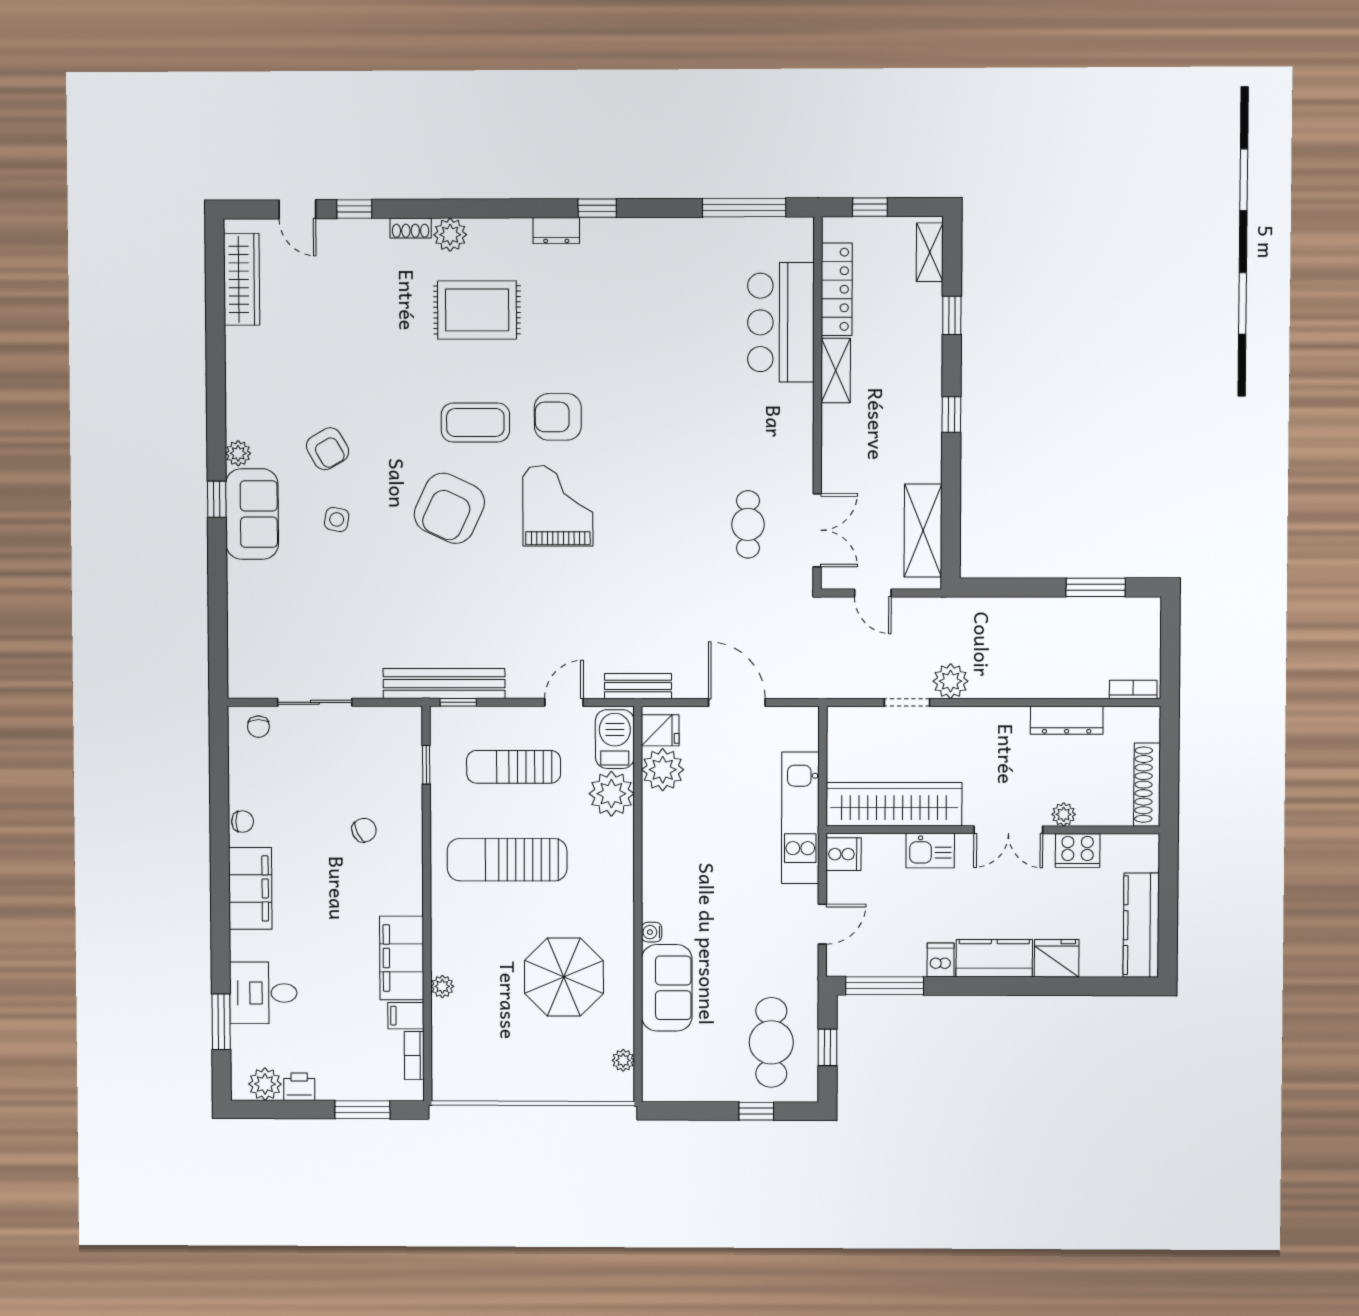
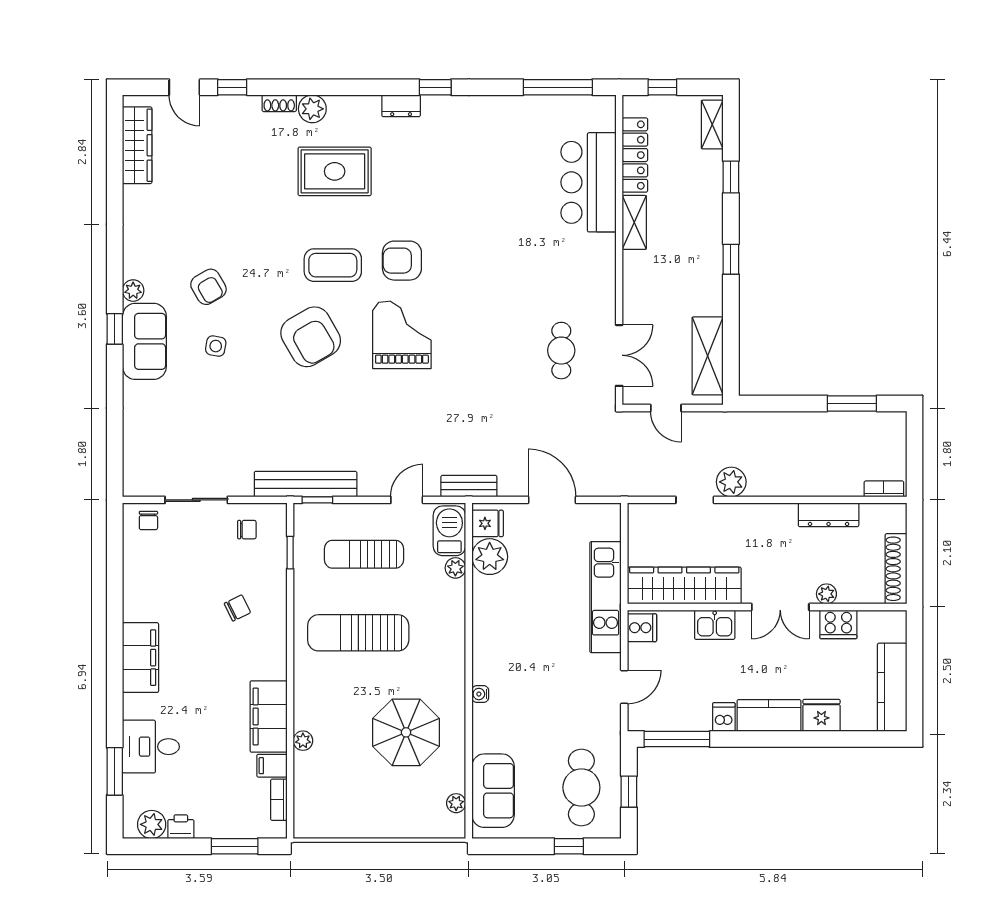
armchair: (449, 508) -> (311, 337), turned -55
plant: (611, 794) -> (455, 568), width x0.53, depth x0.53
chair: (243, 822) -> (247, 530), moved
sofa: (667, 988) -> (493, 791), moved

